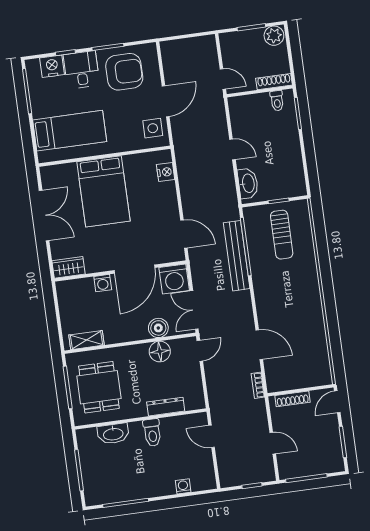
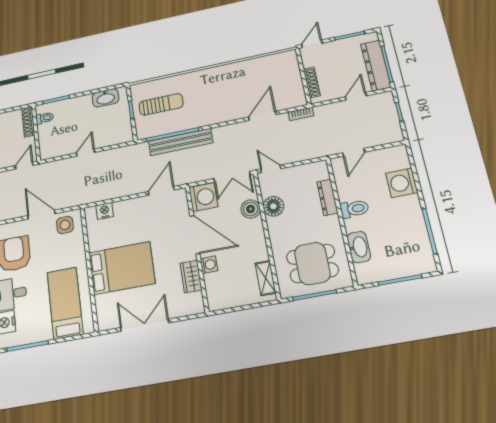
washbasin: (248, 183) -> (105, 98), moved, turned 180
wardrobe: (69, 267) -> (191, 277), moved
door: (337, 402) -> (312, 44), swing flipped
dresser: (306, 467) -> (376, 66), added
washing machine: (183, 486) -> (402, 183), width x1.89, depth x1.89

